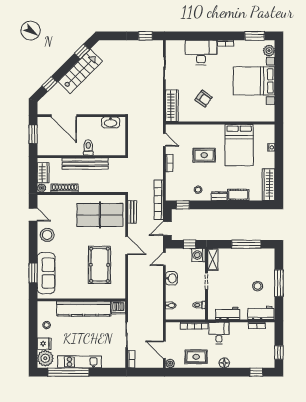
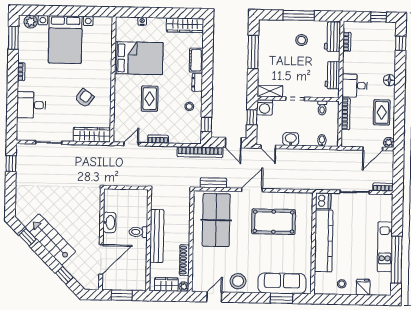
desk: (201, 52) -> (31, 105), width x0.73
washbasin: (110, 122) -> (109, 222), moved
plant: (45, 358) -> (380, 286), removed

